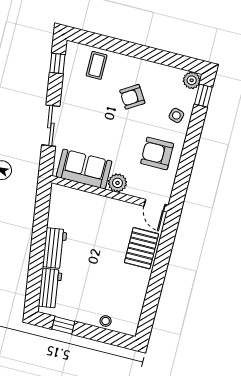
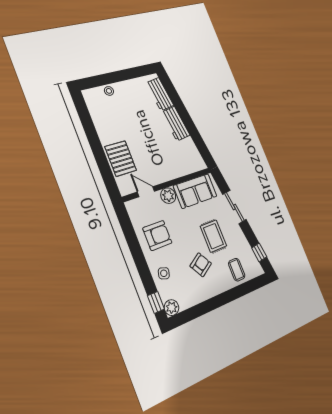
rug: (97, 114) -> (213, 236), added
door: (155, 205) -> (146, 192), moved
window: (63, 325) -> (134, 73), removed

